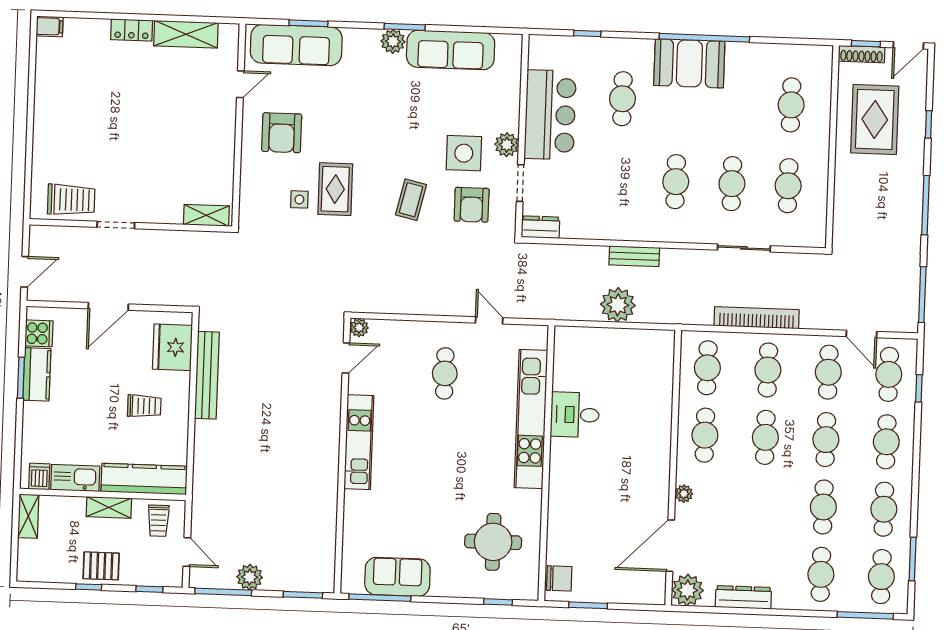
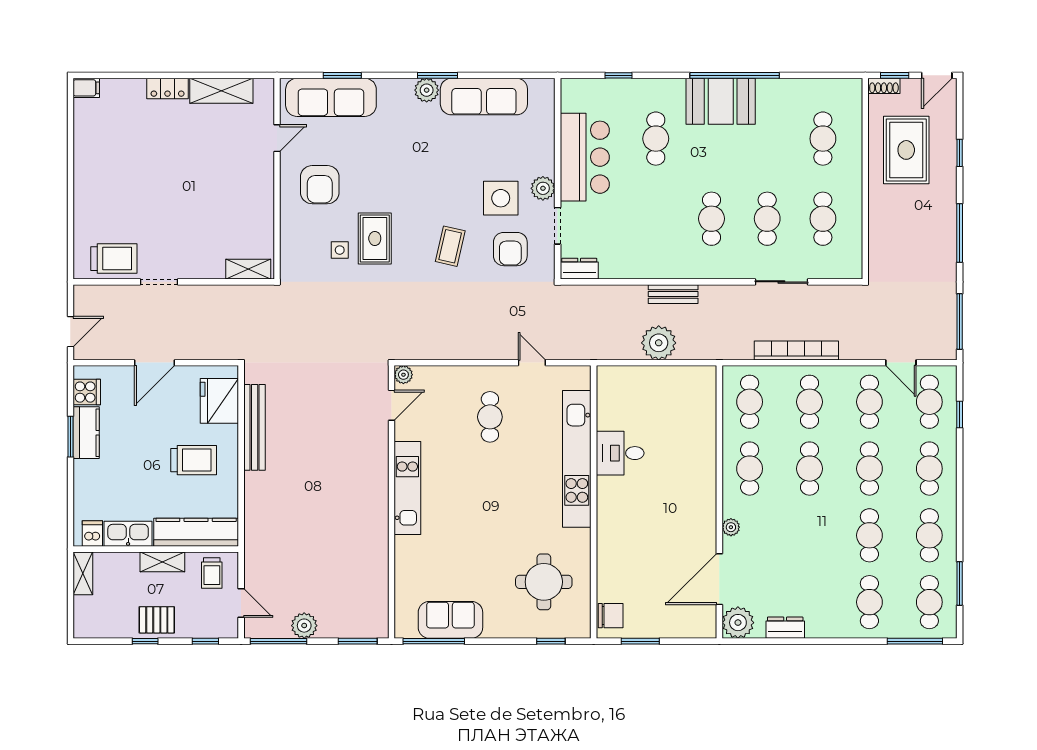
shoe rack: (862, 54) -> (884, 86), width x0.70
trolley: (144, 406) -> (194, 460), width x1.36, depth x1.39
dresser: (743, 597) -> (785, 628), width x0.70

